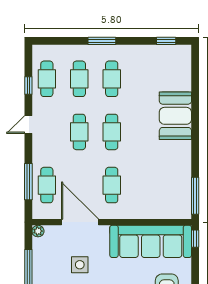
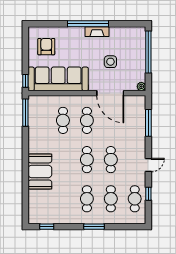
cafe table: (47, 185) -> (63, 120), moved

